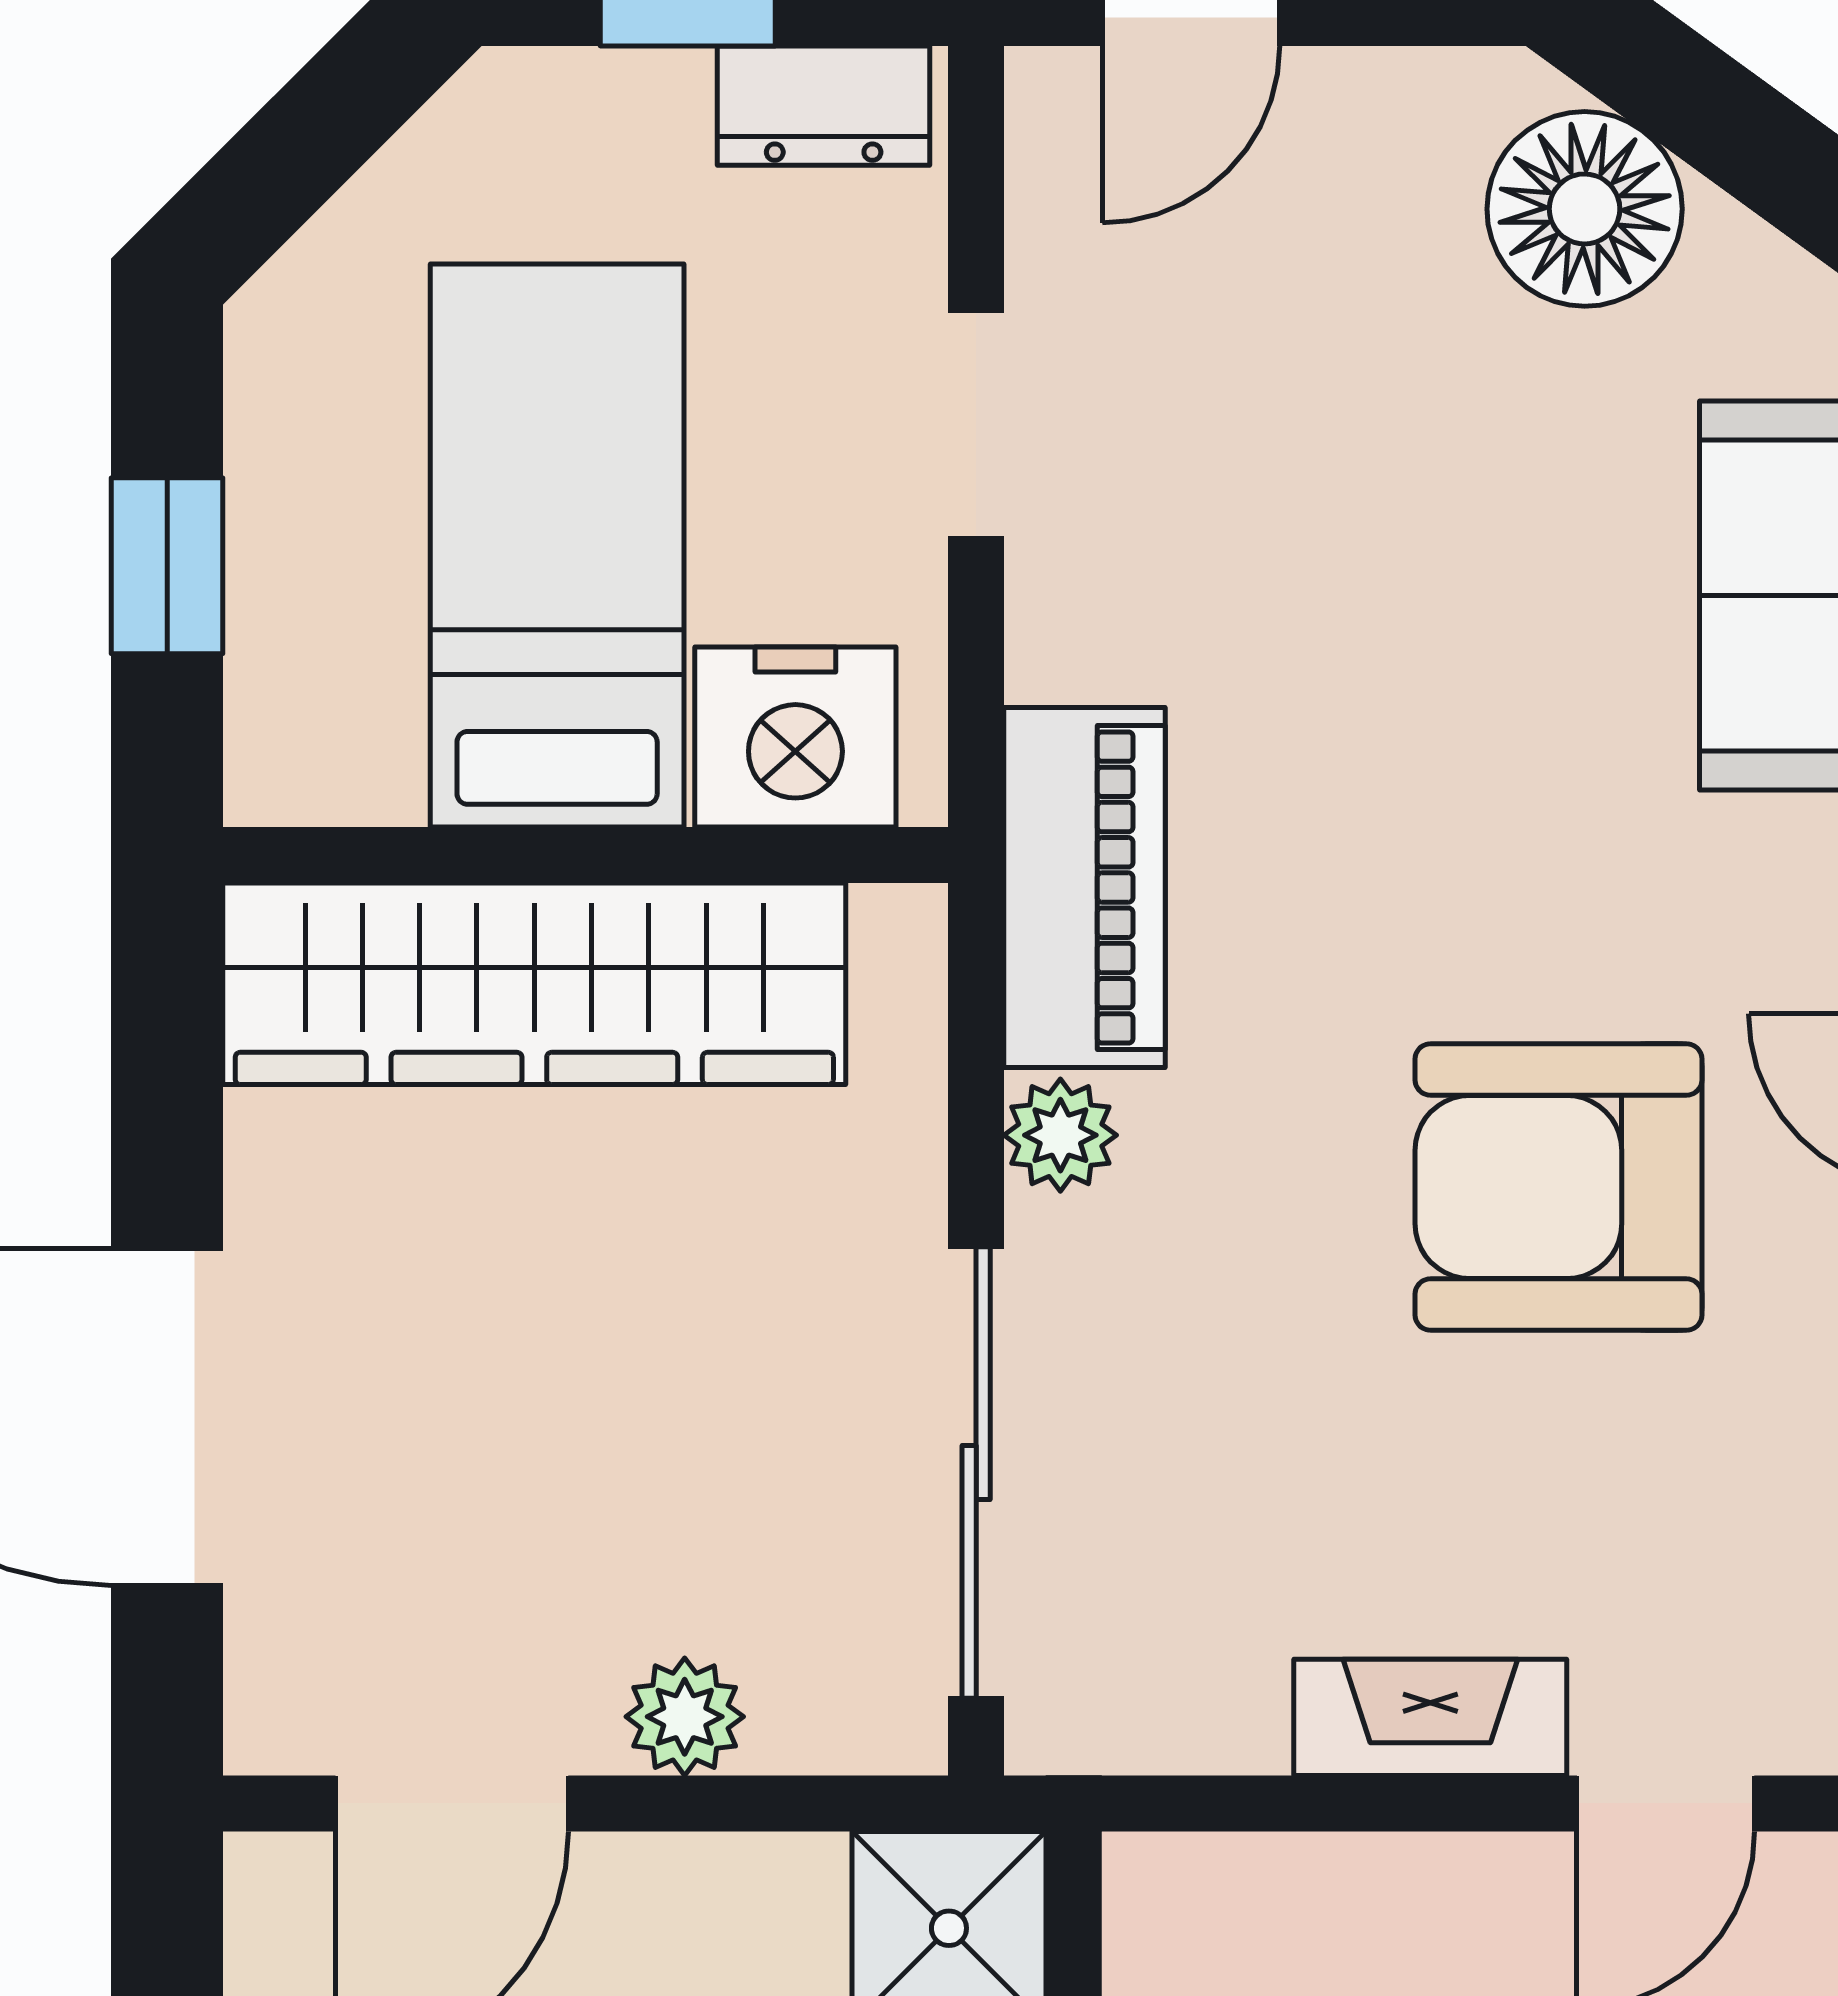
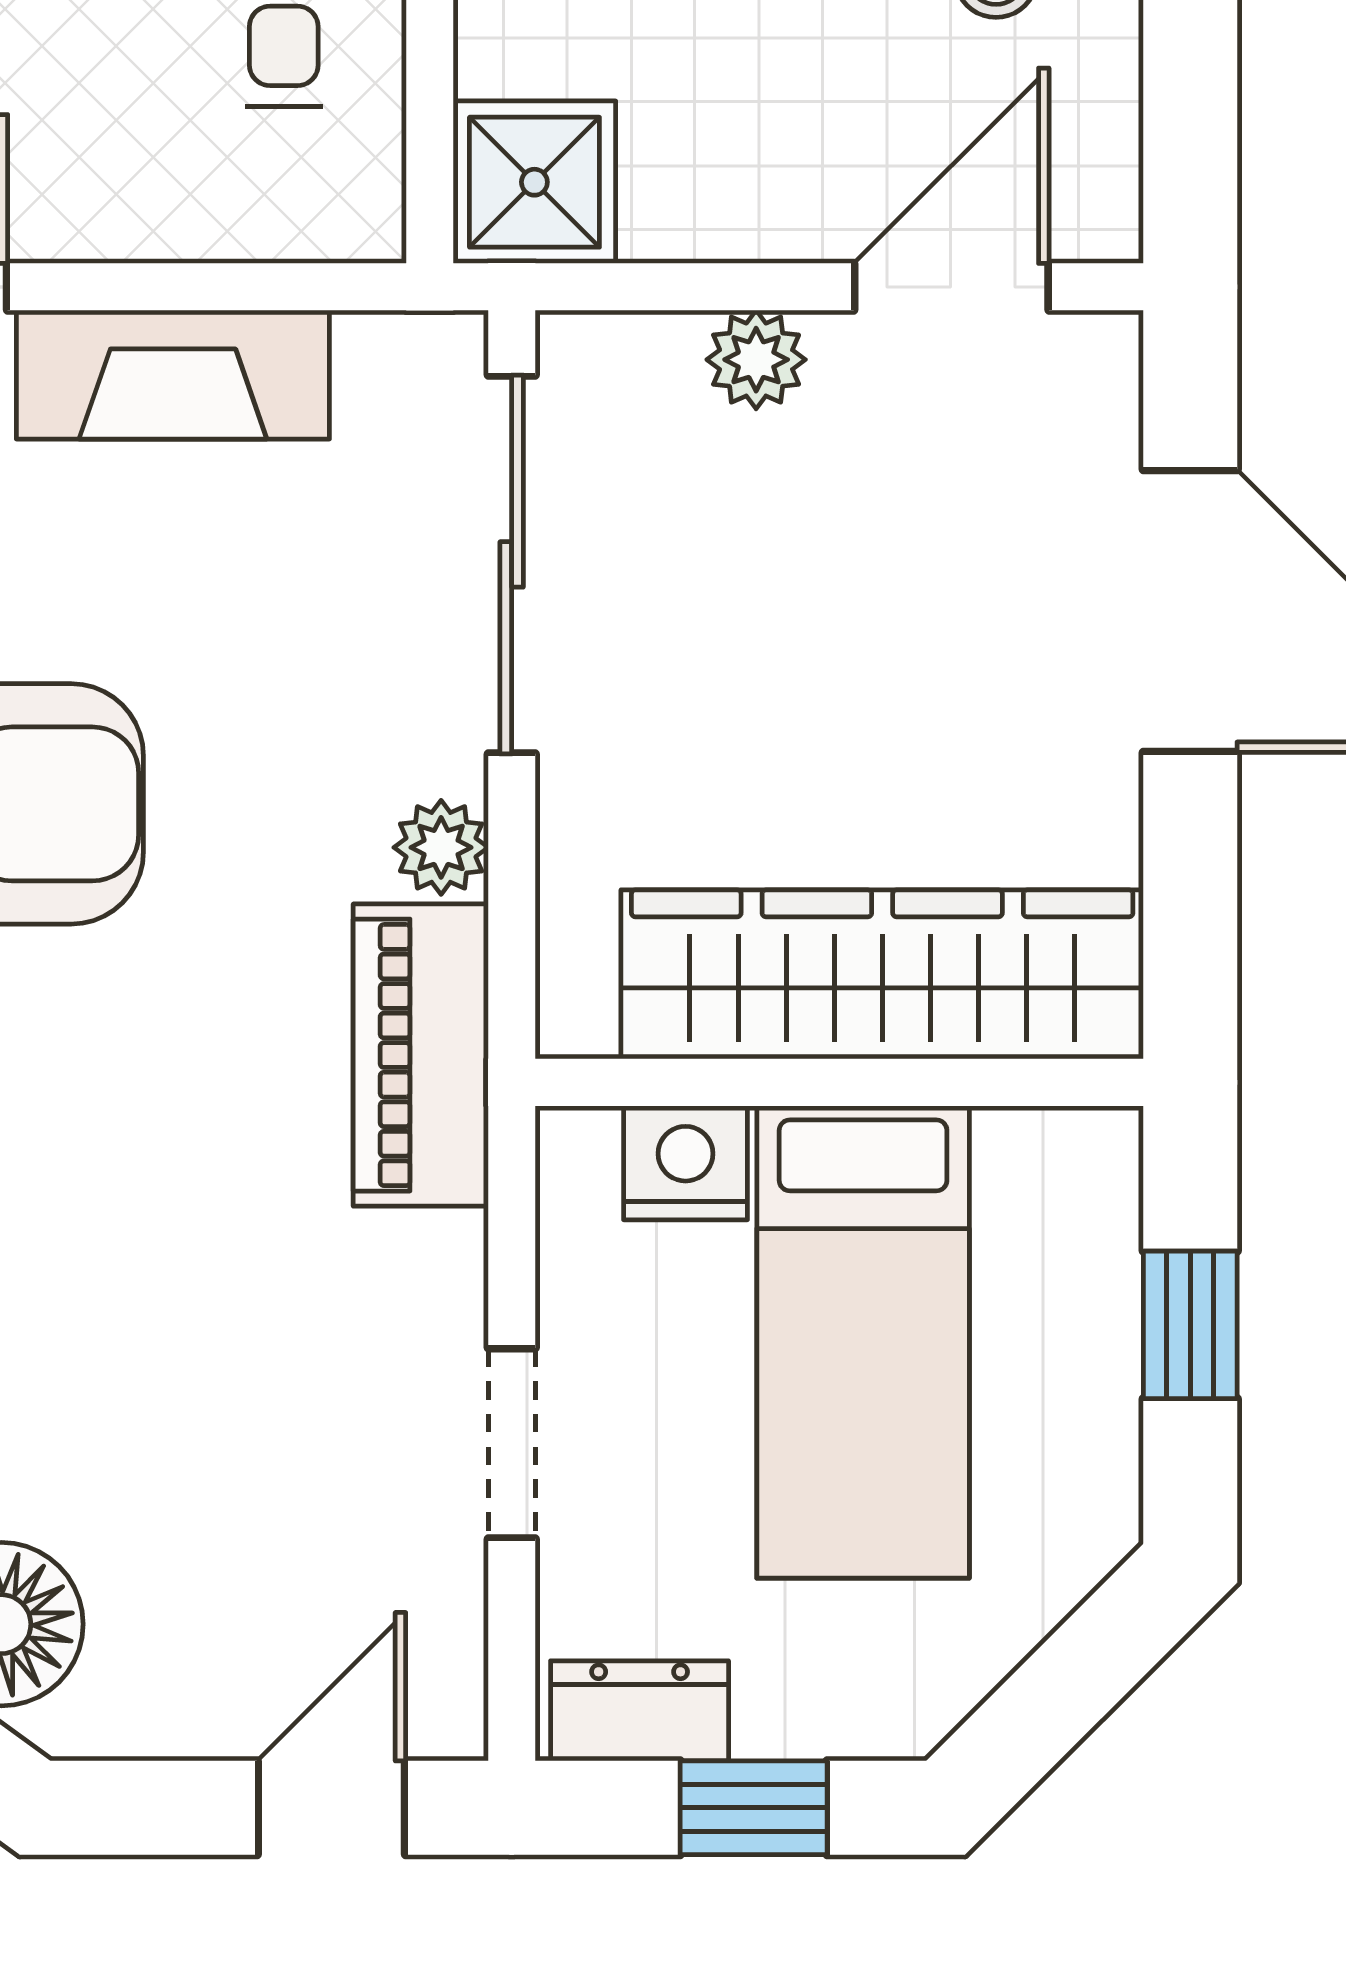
nightstand: (795, 737) -> (686, 1163), width x0.74, depth x0.75
fireplace: (1430, 1717) -> (173, 375), width x1.37, depth x1.32

